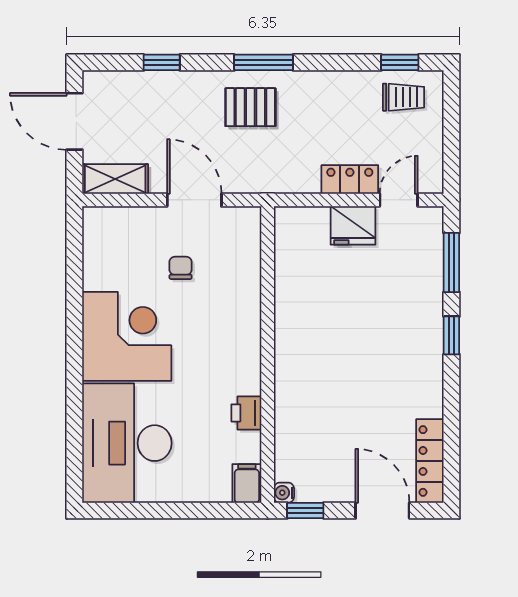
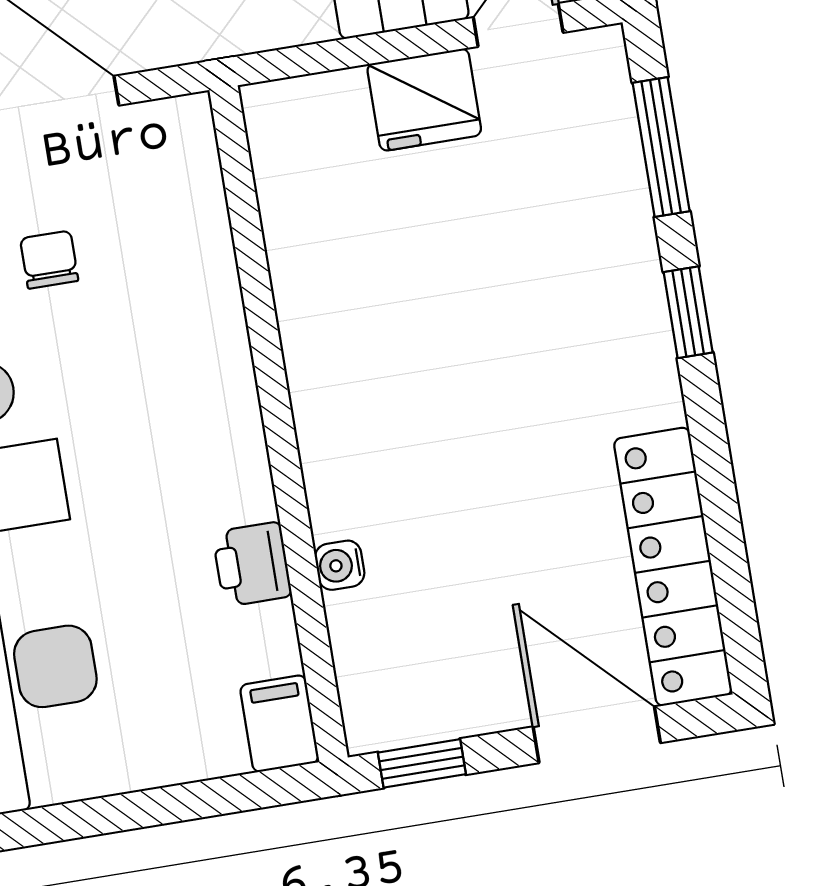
locker: (430, 461) -> (673, 567), width x1.41, depth x1.21
water cooler: (284, 493) -> (340, 565), moved

